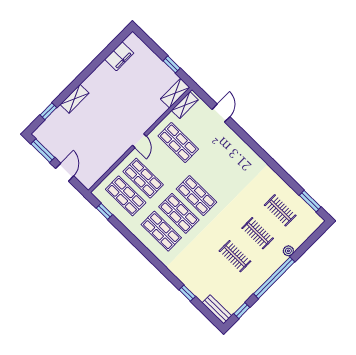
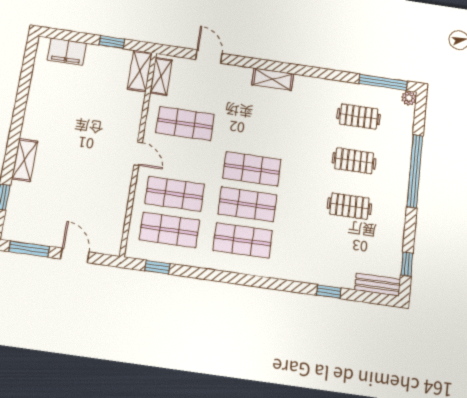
filing cabinet: (119, 56) -> (67, 52), moved, turned 90
shelving: (247, 153) -> (273, 79), added
window: (310, 201) -> (383, 82), width x1.44
plant: (288, 251) -> (409, 98), moved
window: (274, 278) -> (415, 171), moved

